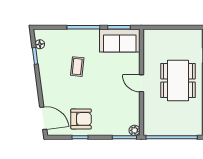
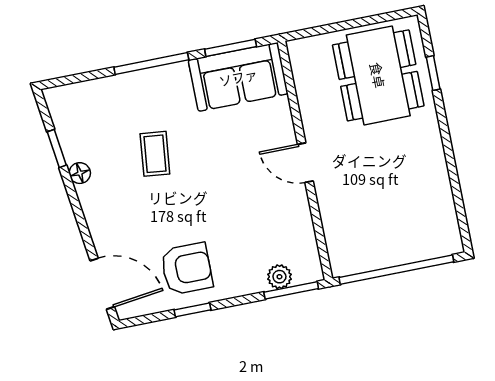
floor lamp: (40, 44) -> (80, 173), moved
dining table: (178, 80) -> (378, 75), moved
plant: (135, 130) -> (279, 277), moved

